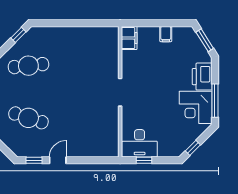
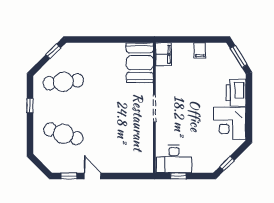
booth: (105, 46) -> (140, 63), added
window: (215, 101) -> (249, 117), removed
door: (58, 160) -> (93, 176), hinge flipped

